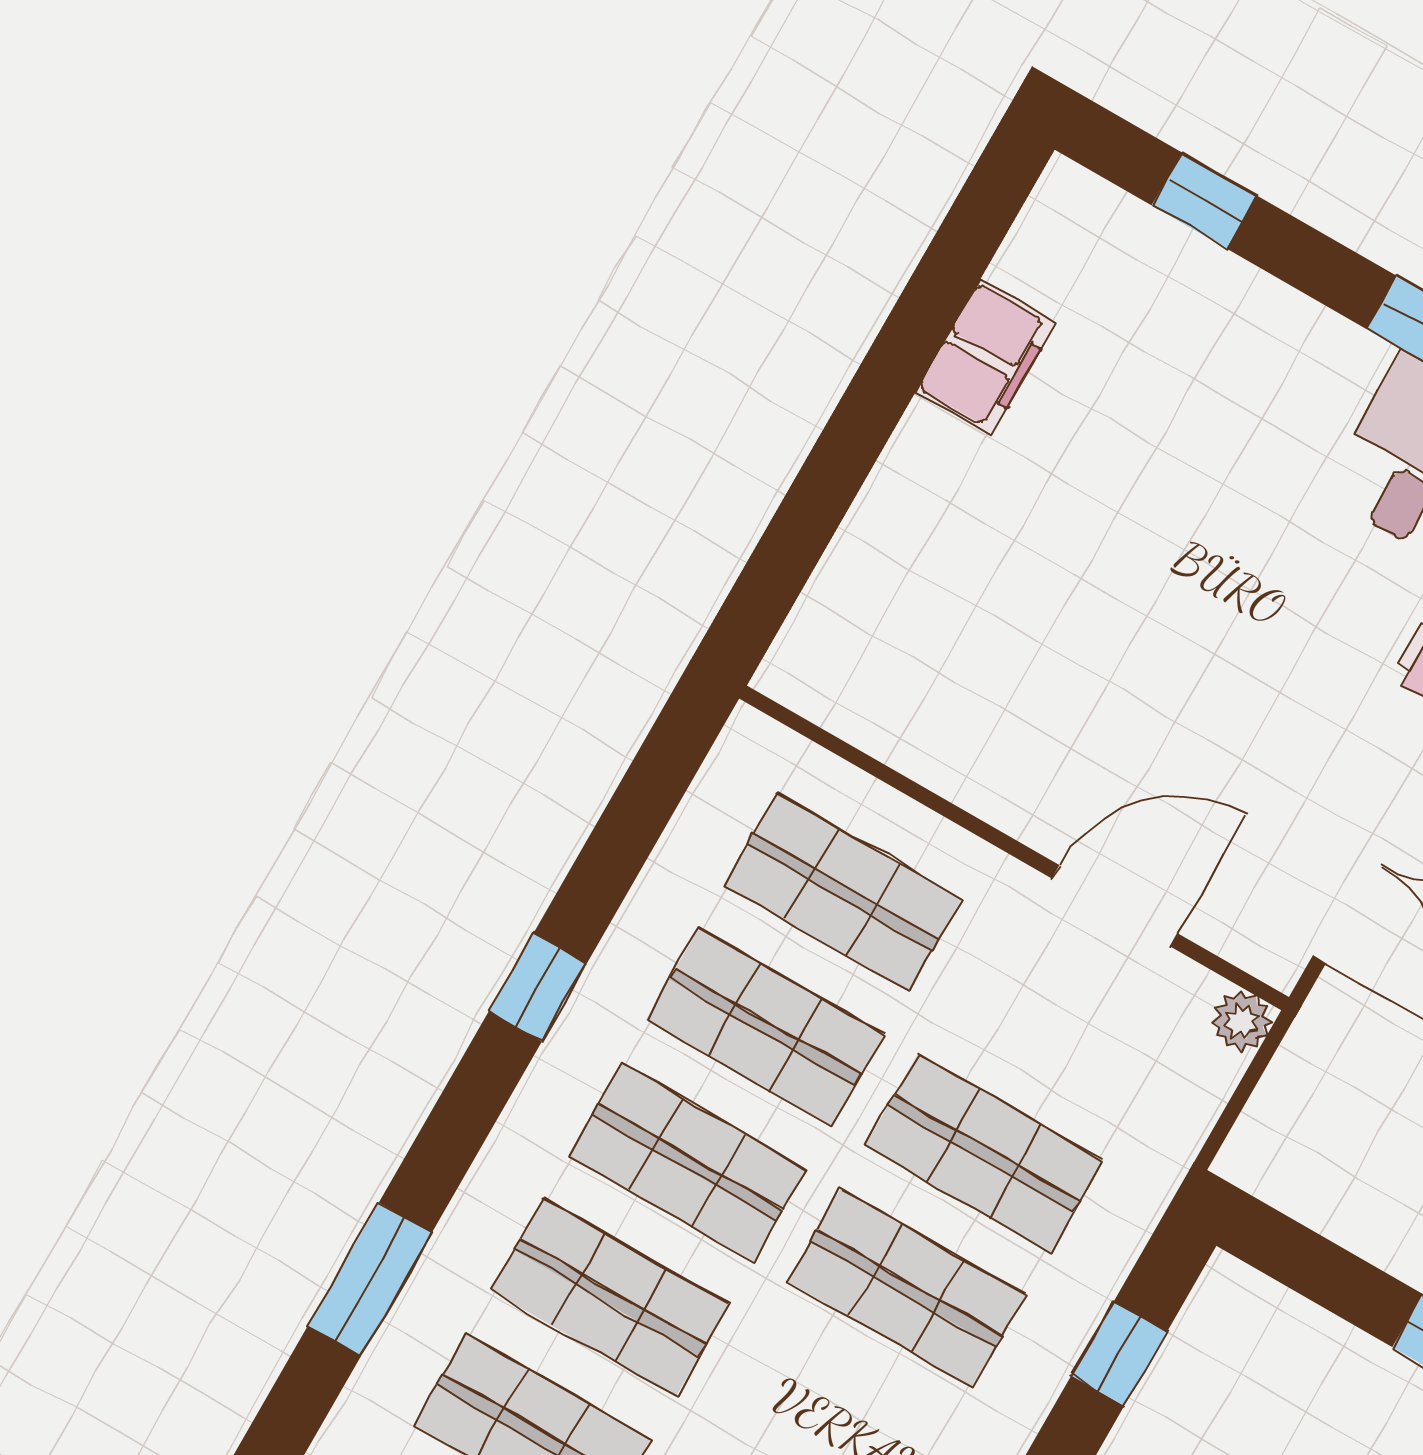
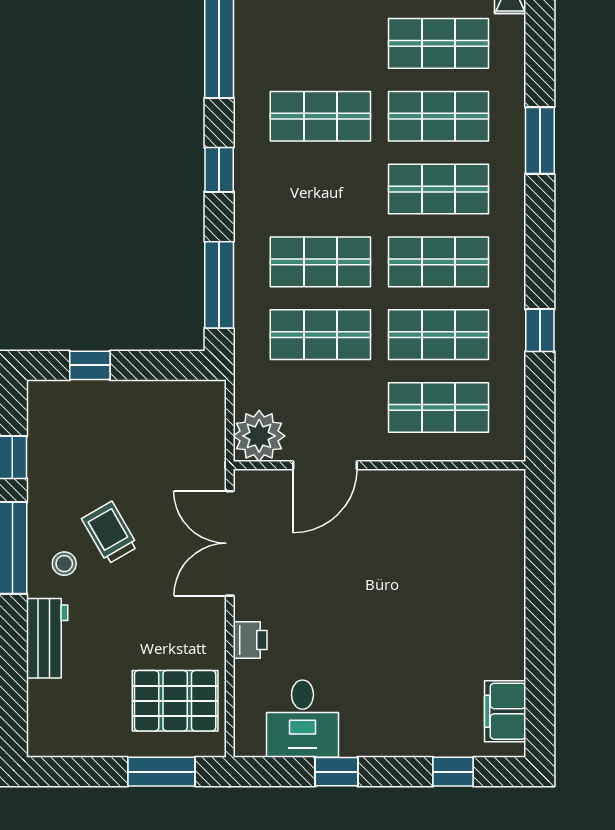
filing cabinet: (986, 357) -> (505, 711), moved
window: (538, 987) -> (540, 330), moved
plant: (1241, 1021) -> (259, 436), width x1.88, depth x1.88
window: (1119, 1354) -> (219, 285), width x2.17

